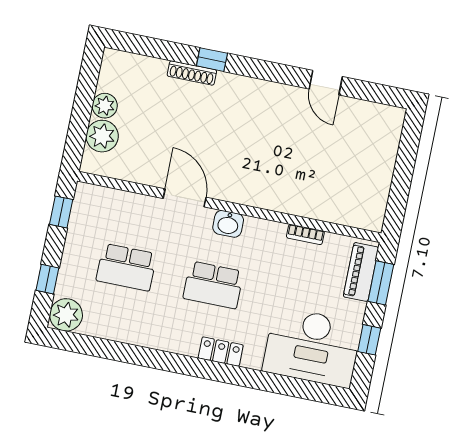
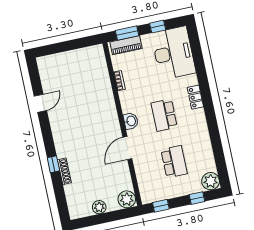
plant: (102, 136) -> (127, 199), moved
school desk: (213, 285) -> (164, 115), turned 180

